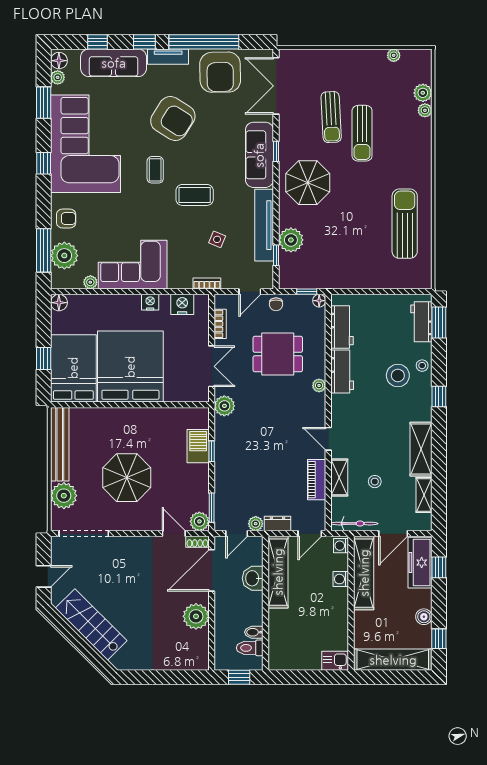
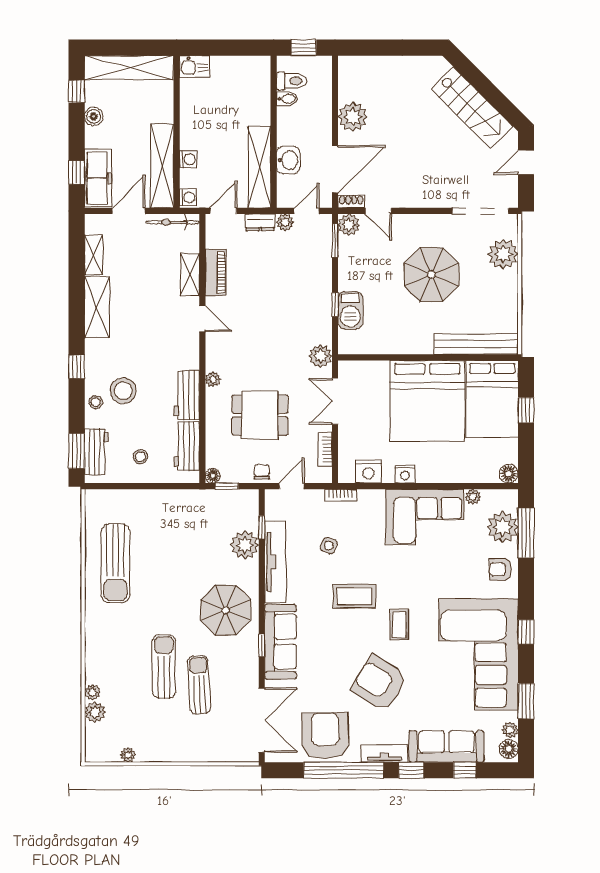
bench: (60, 444) -> (476, 344), moved, turned 90
stool: (375, 482) -> (140, 457), moved

